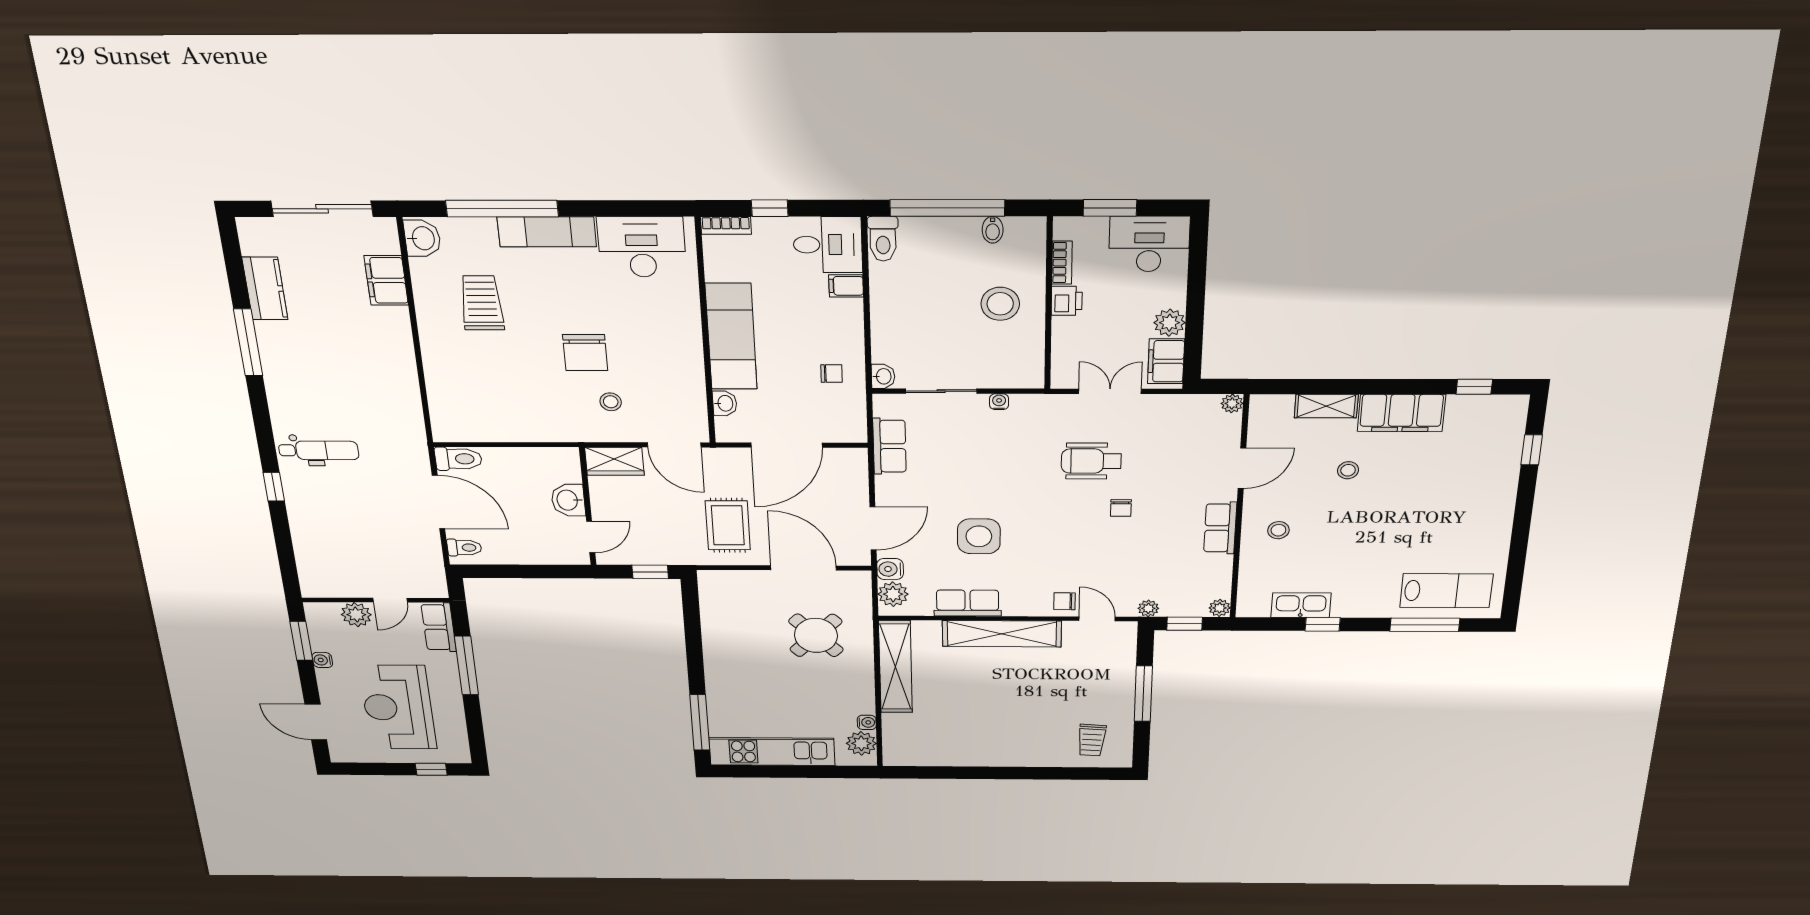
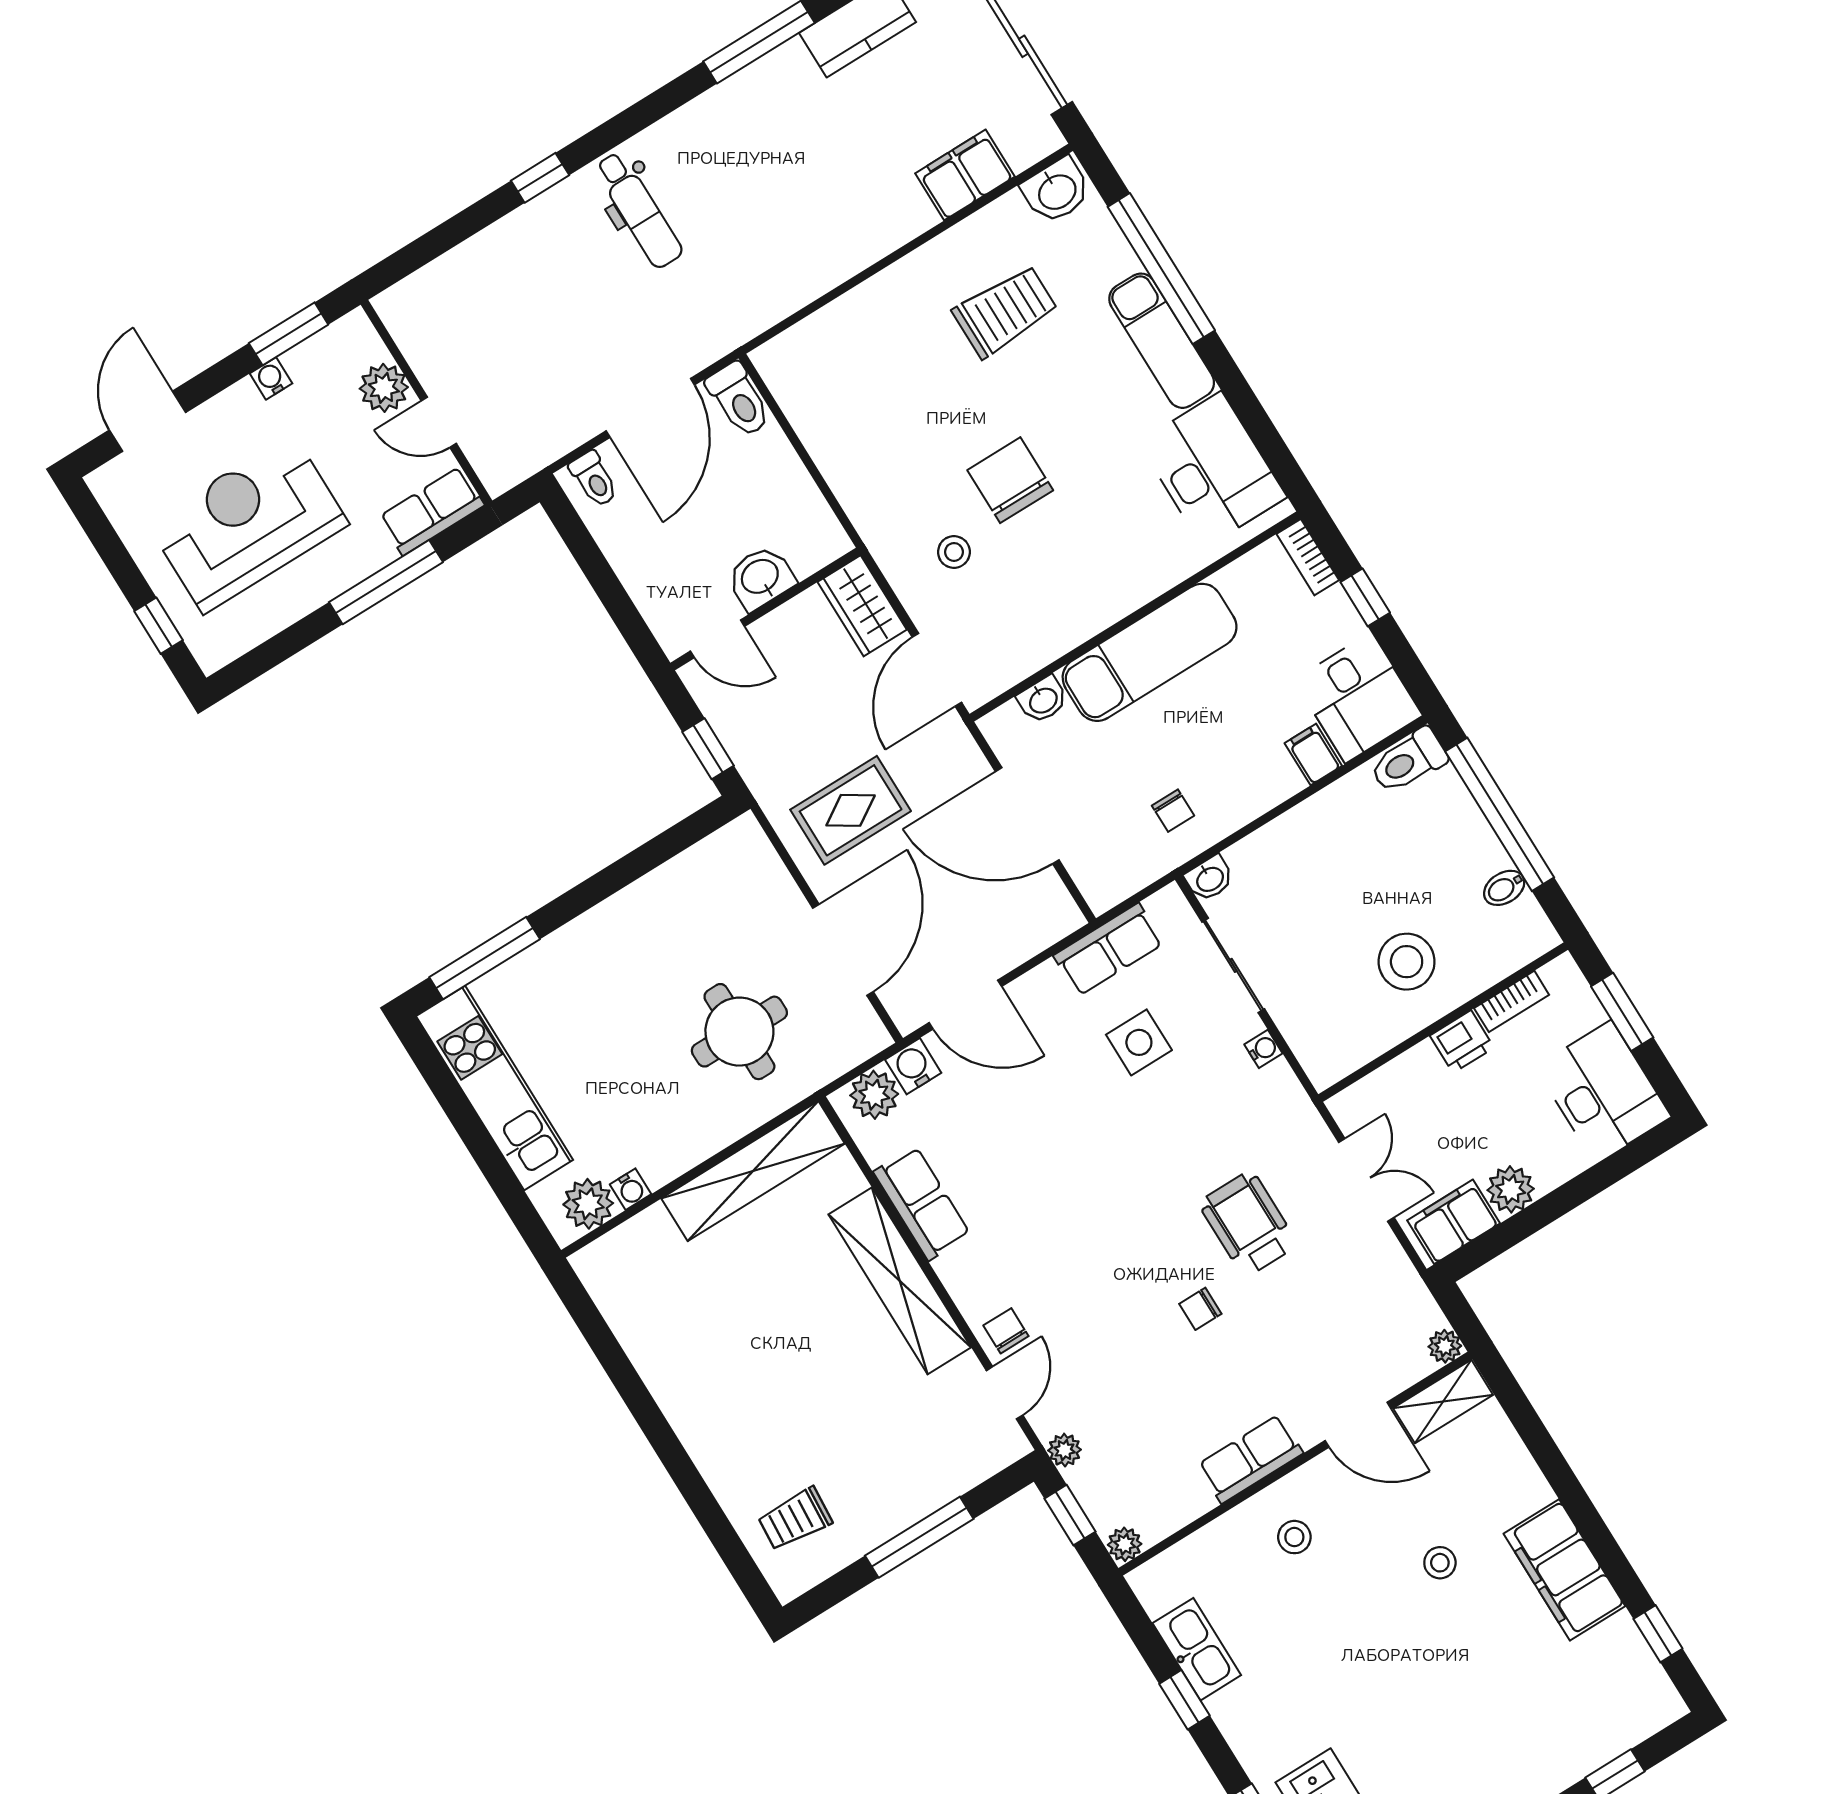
chair: (585, 353) -> (1010, 480), turned 90
shelving: (1326, 406) -> (1443, 1401), moved, turned 90
side table: (979, 536) -> (1139, 1042), moved, width x0.73, depth x0.73
round table: (816, 635) -> (739, 1032), turned 45

